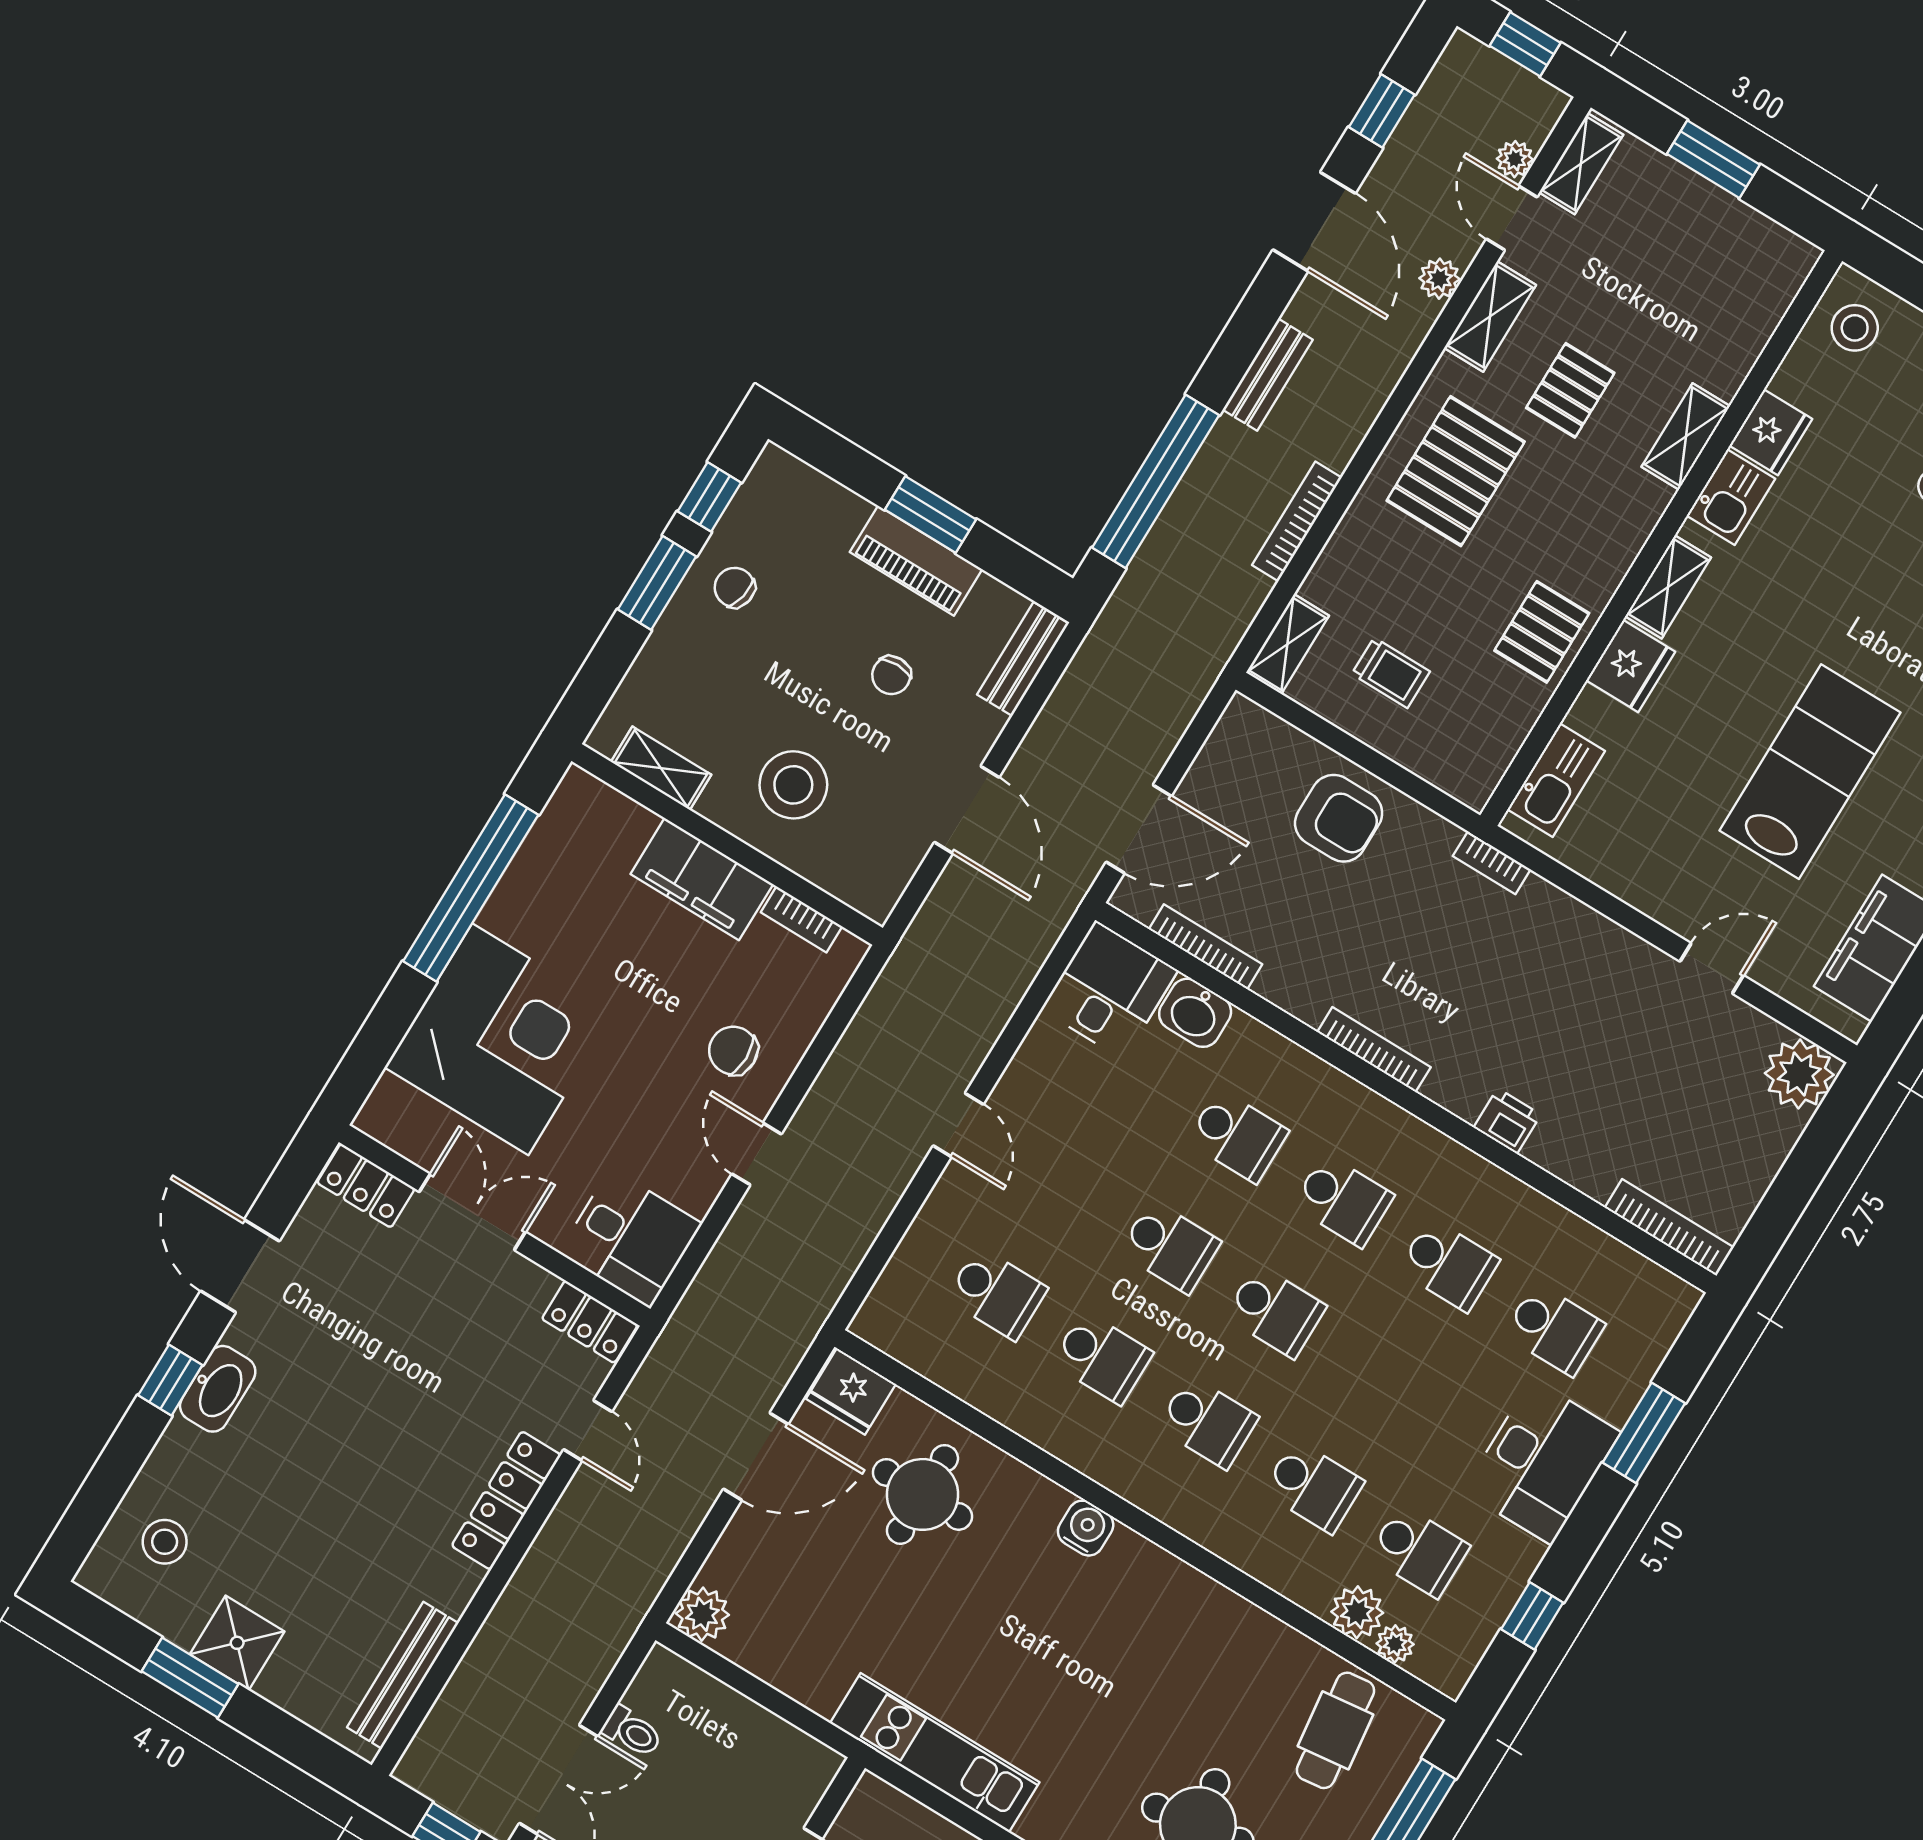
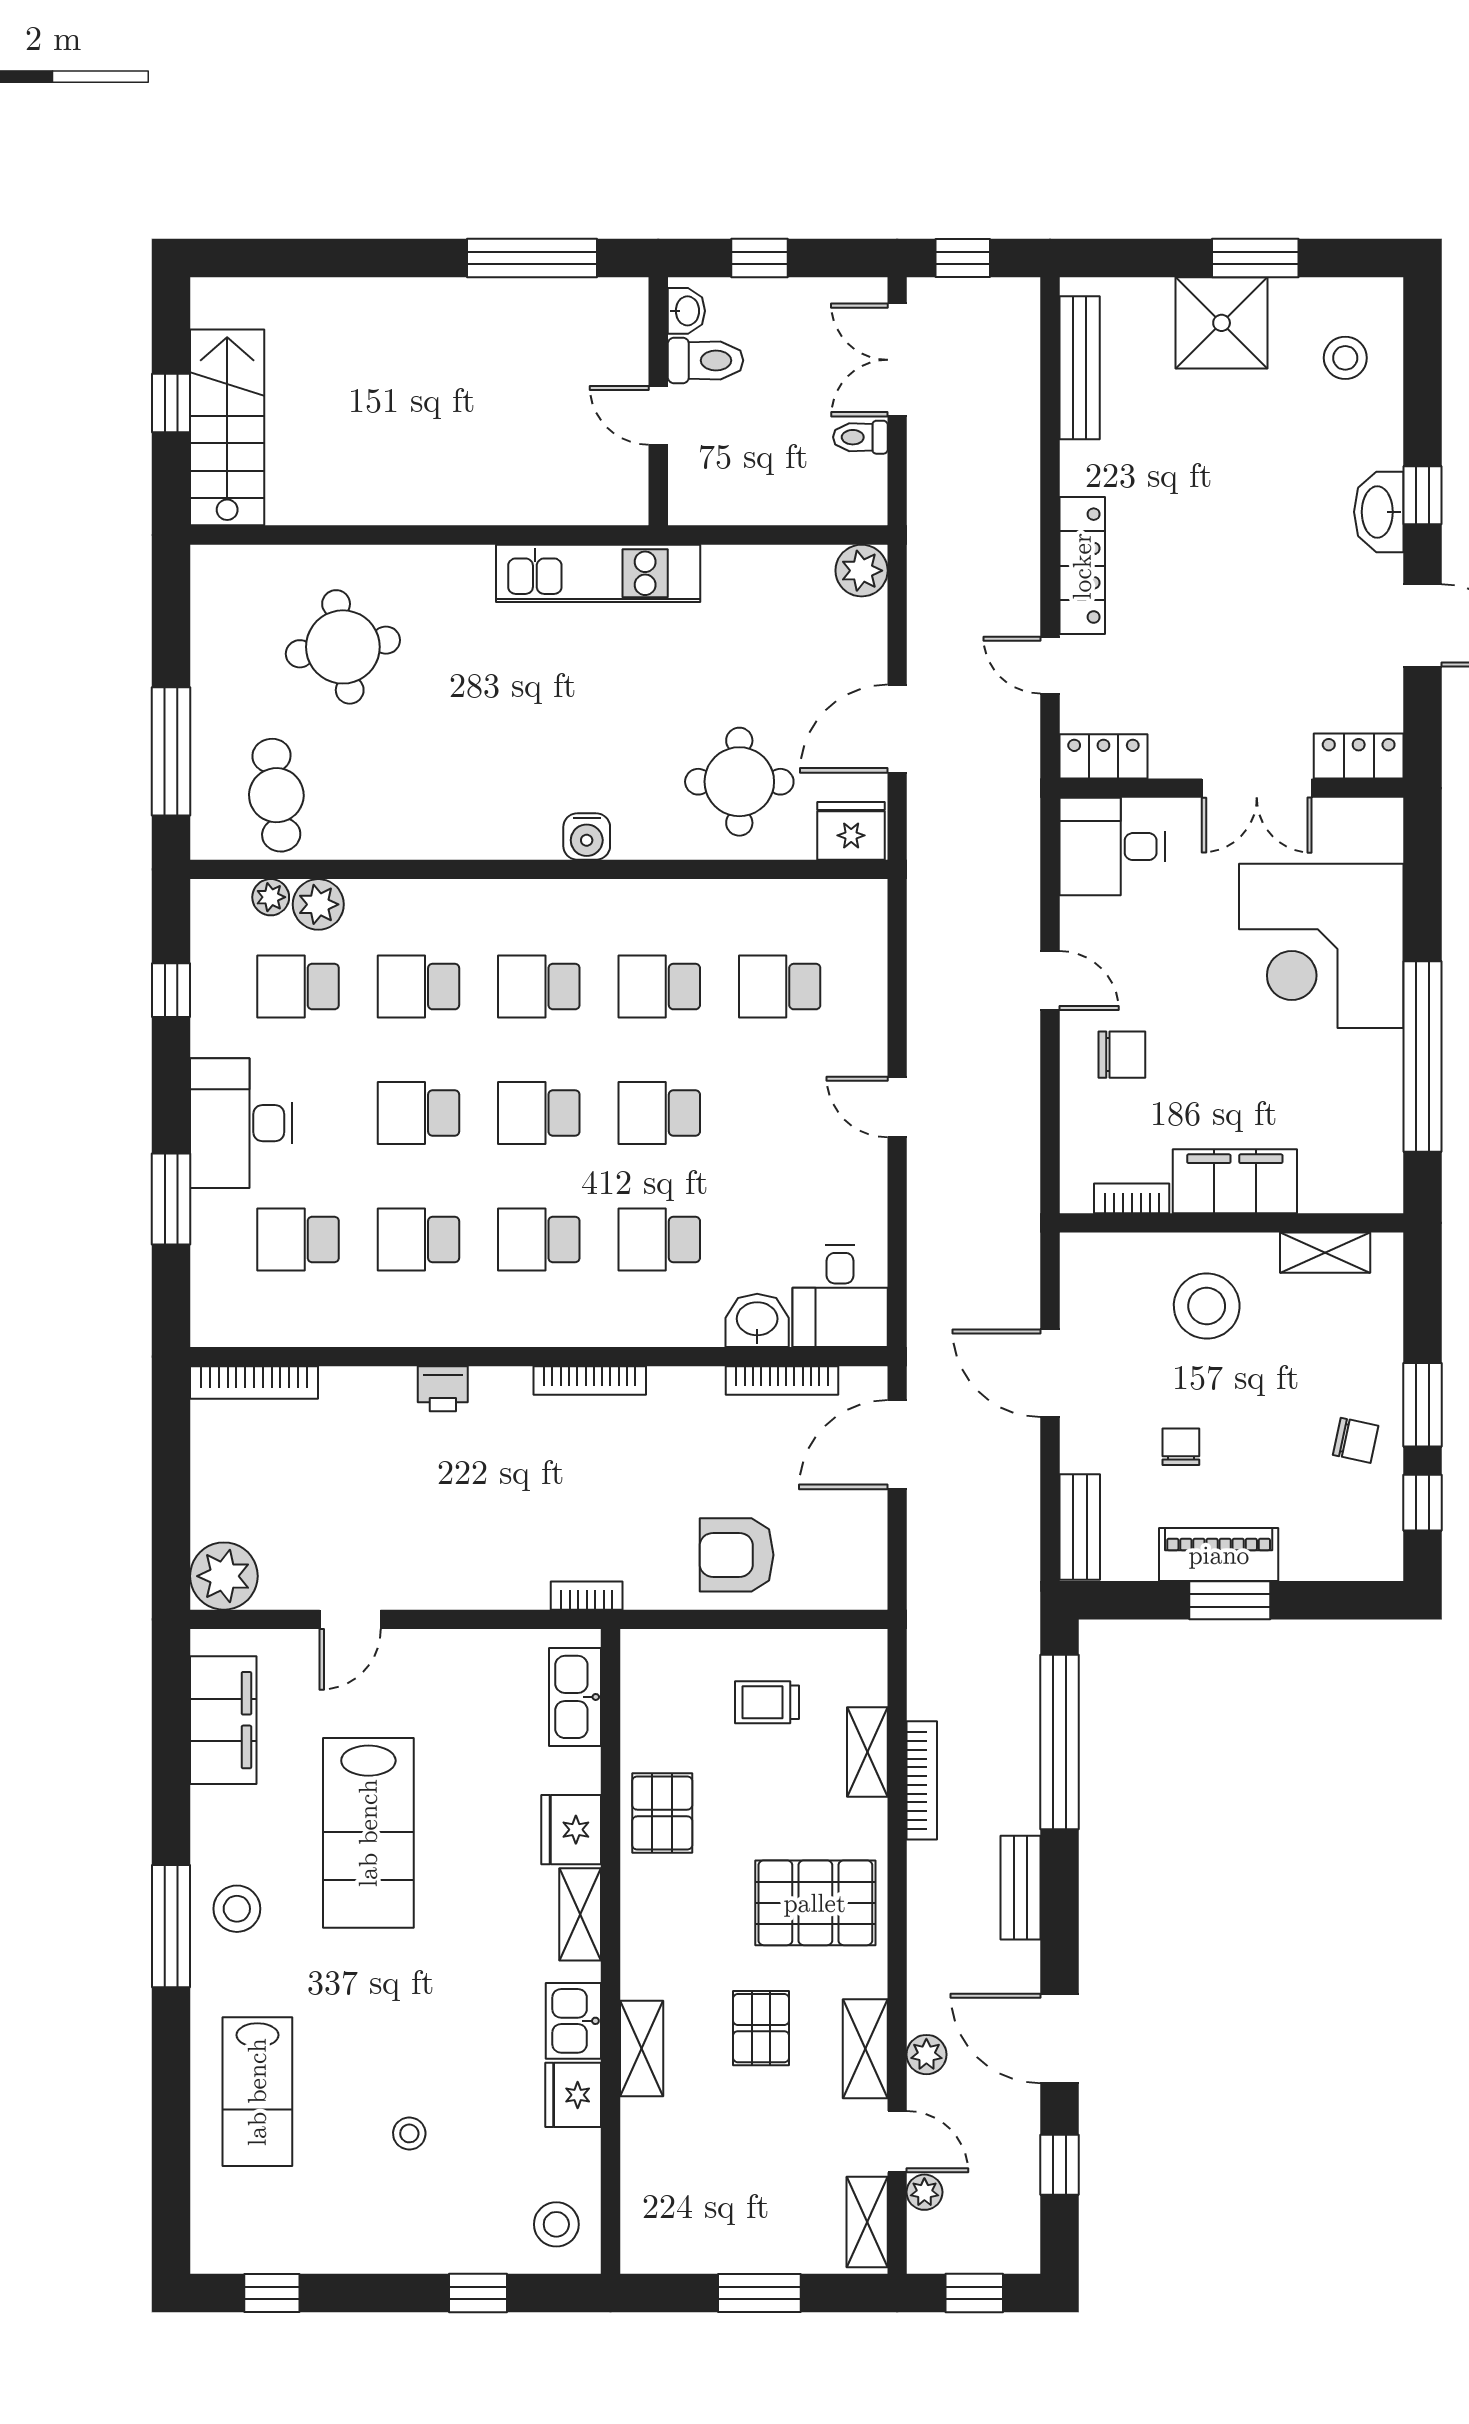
pallet: (1456, 471) -> (815, 1903), turned 90
shelving: (1287, 644) -> (867, 1752), moved
school desk: (1381, 1376) -> (418, 1113), added
shower: (237, 1643) -> (1222, 323), width x1.36, depth x1.36

